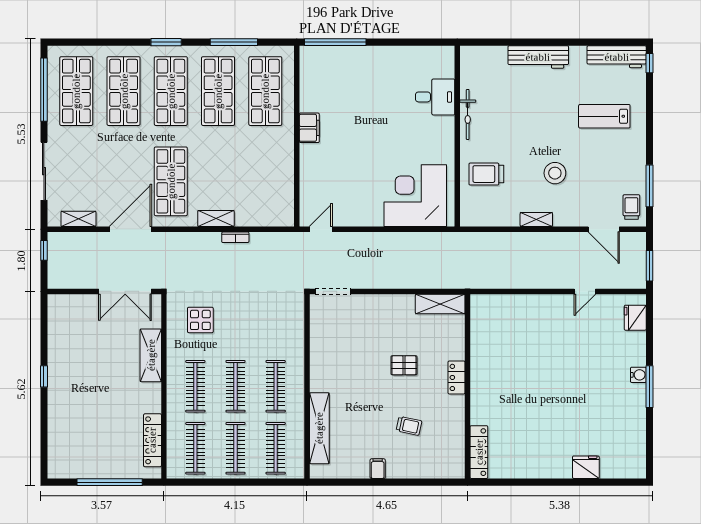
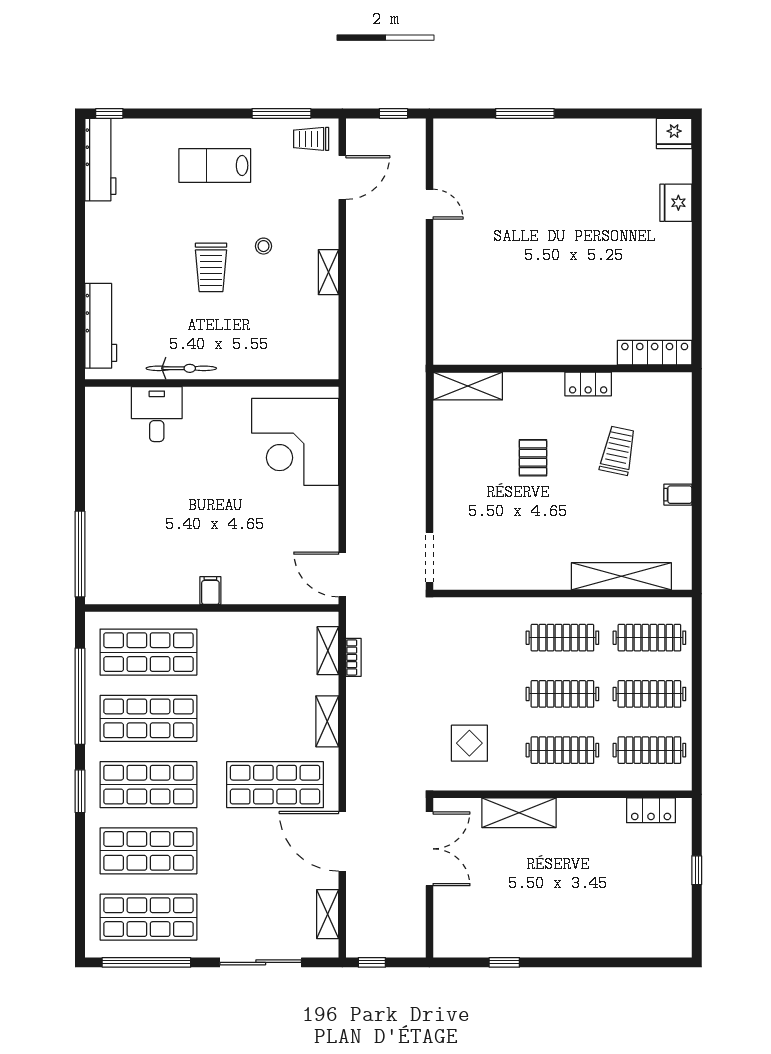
window: (234, 42) -> (80, 696), width x1.46
workbench: (538, 57) -> (101, 326), moved
lab bench: (604, 116) -> (215, 165), moved, turned 90
filing cabinet: (309, 128) -> (210, 591), width x0.50
stool: (555, 173) -> (263, 246), width x0.53, depth x0.53
trolley: (486, 174) -> (211, 267), moved
shelving: (266, 219) -> (328, 651), added
door: (321, 229) -> (342, 575), width x1.38
bookcase: (235, 237) -> (354, 657), moved
window: (650, 266) -> (393, 113), width x0.67
shelving: (440, 304) -> (468, 386), moved, turned 90
fridge: (635, 318) -> (674, 134), moved
water cooler: (638, 375) -> (546, 129), removed
window: (44, 376) -> (504, 962), moved
locker: (457, 377) -> (588, 384), moved
window: (650, 387) -> (525, 113), moved
trolley: (409, 426) -> (618, 451), width x1.36, depth x1.39
locker: (152, 440) -> (651, 810), width x0.66
window: (110, 482) -> (697, 870), width x0.32

